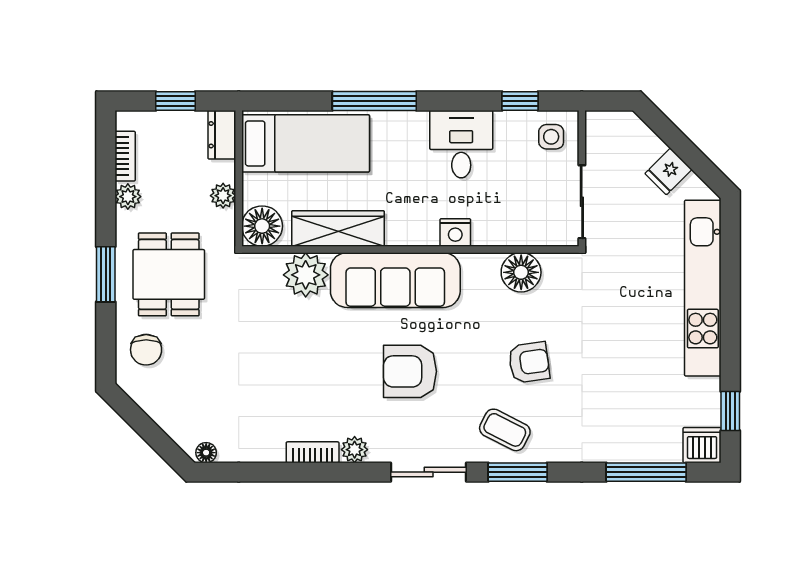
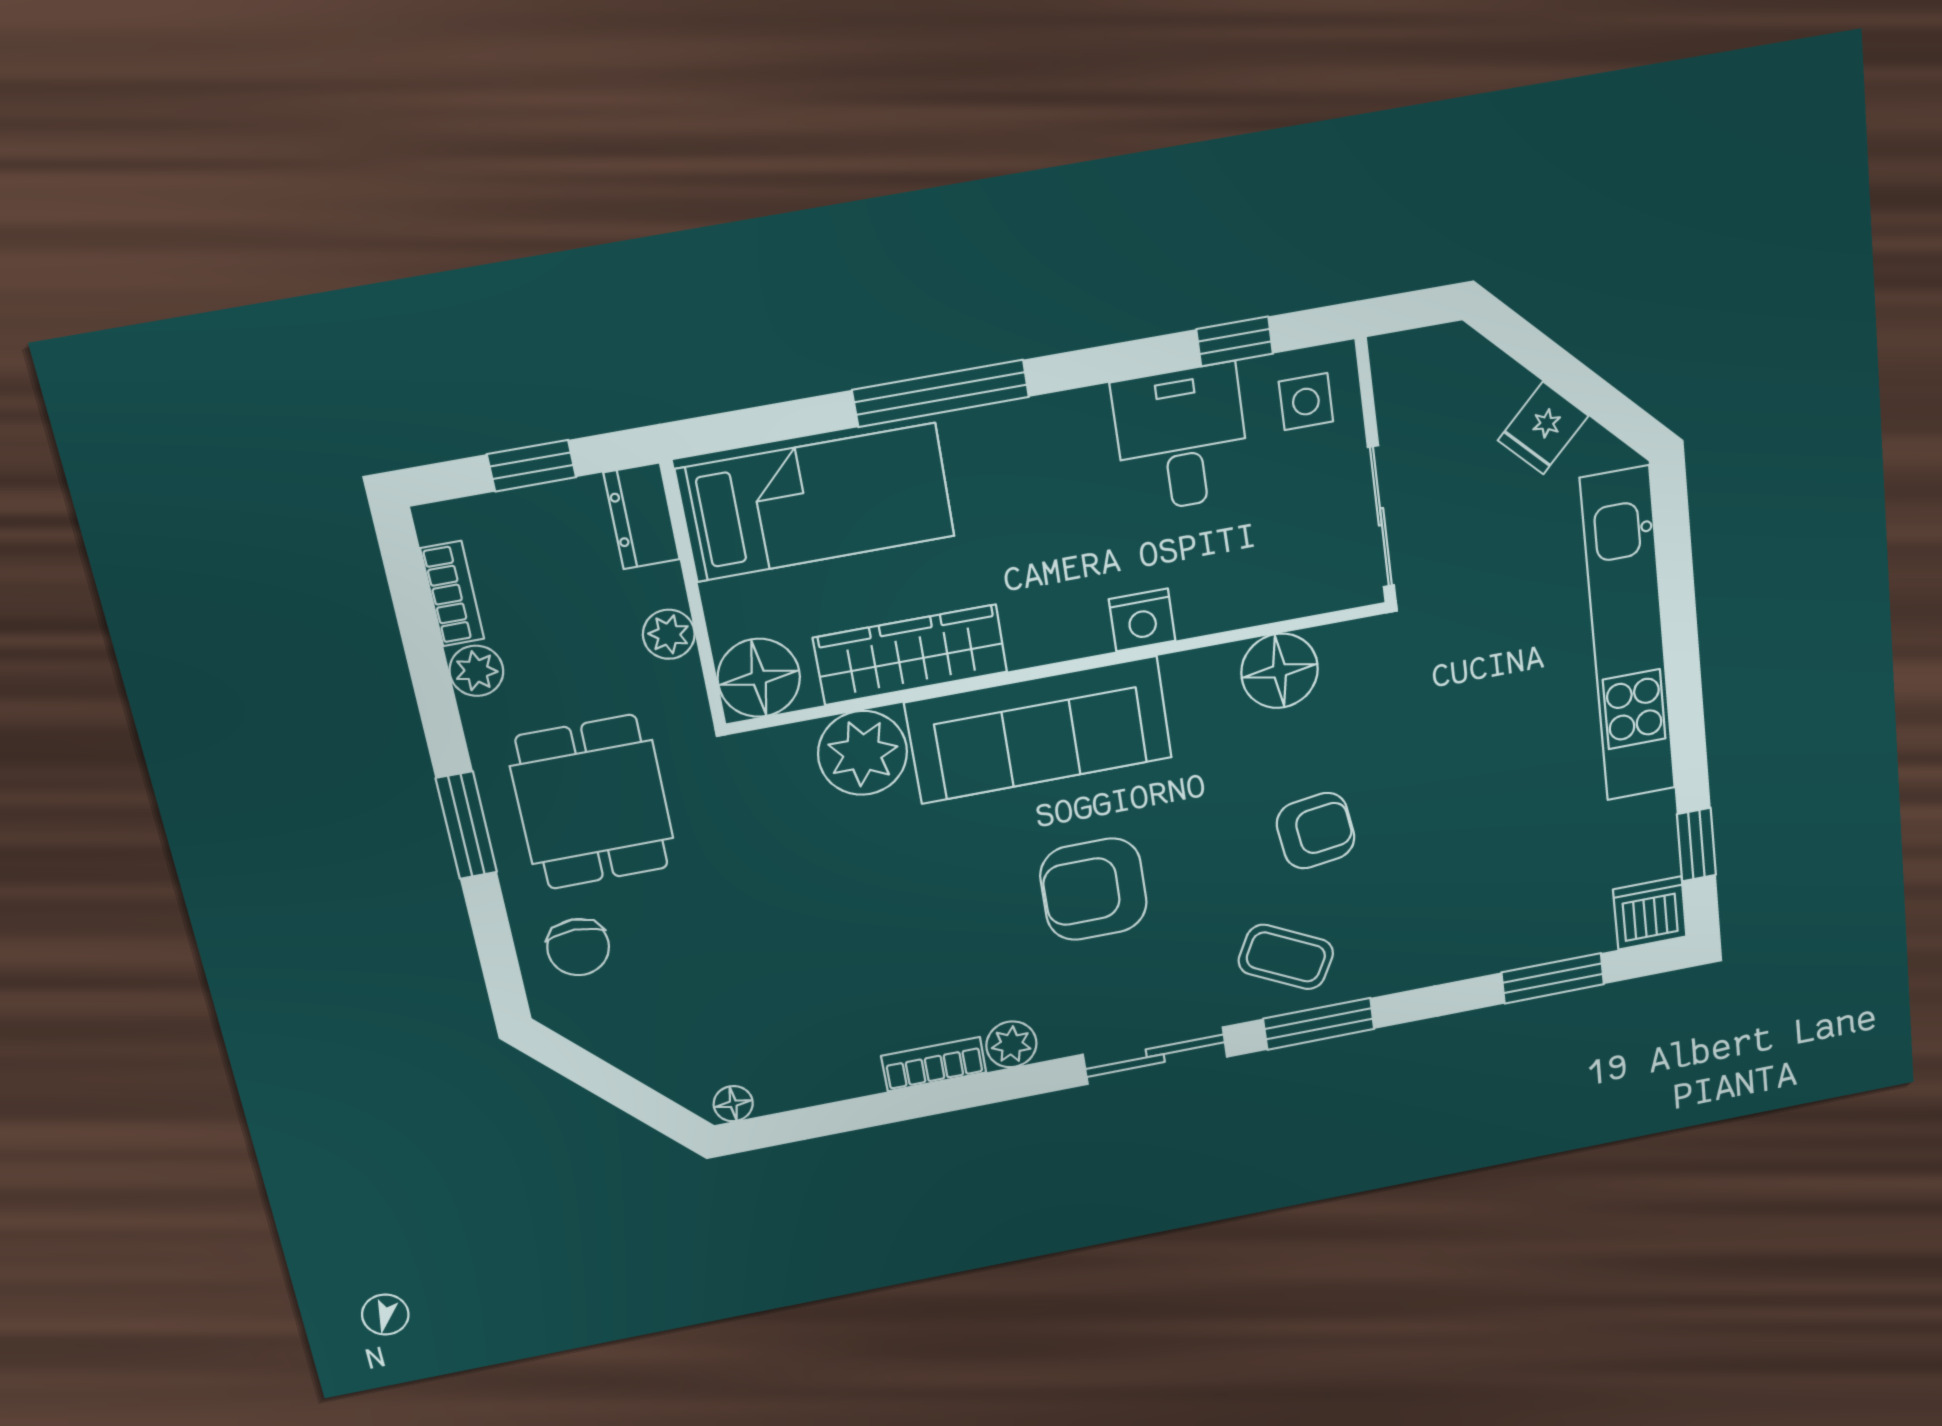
desk: (461, 144) -> (1181, 439), moved
window: (646, 472) -> (1553, 978), width x0.69

